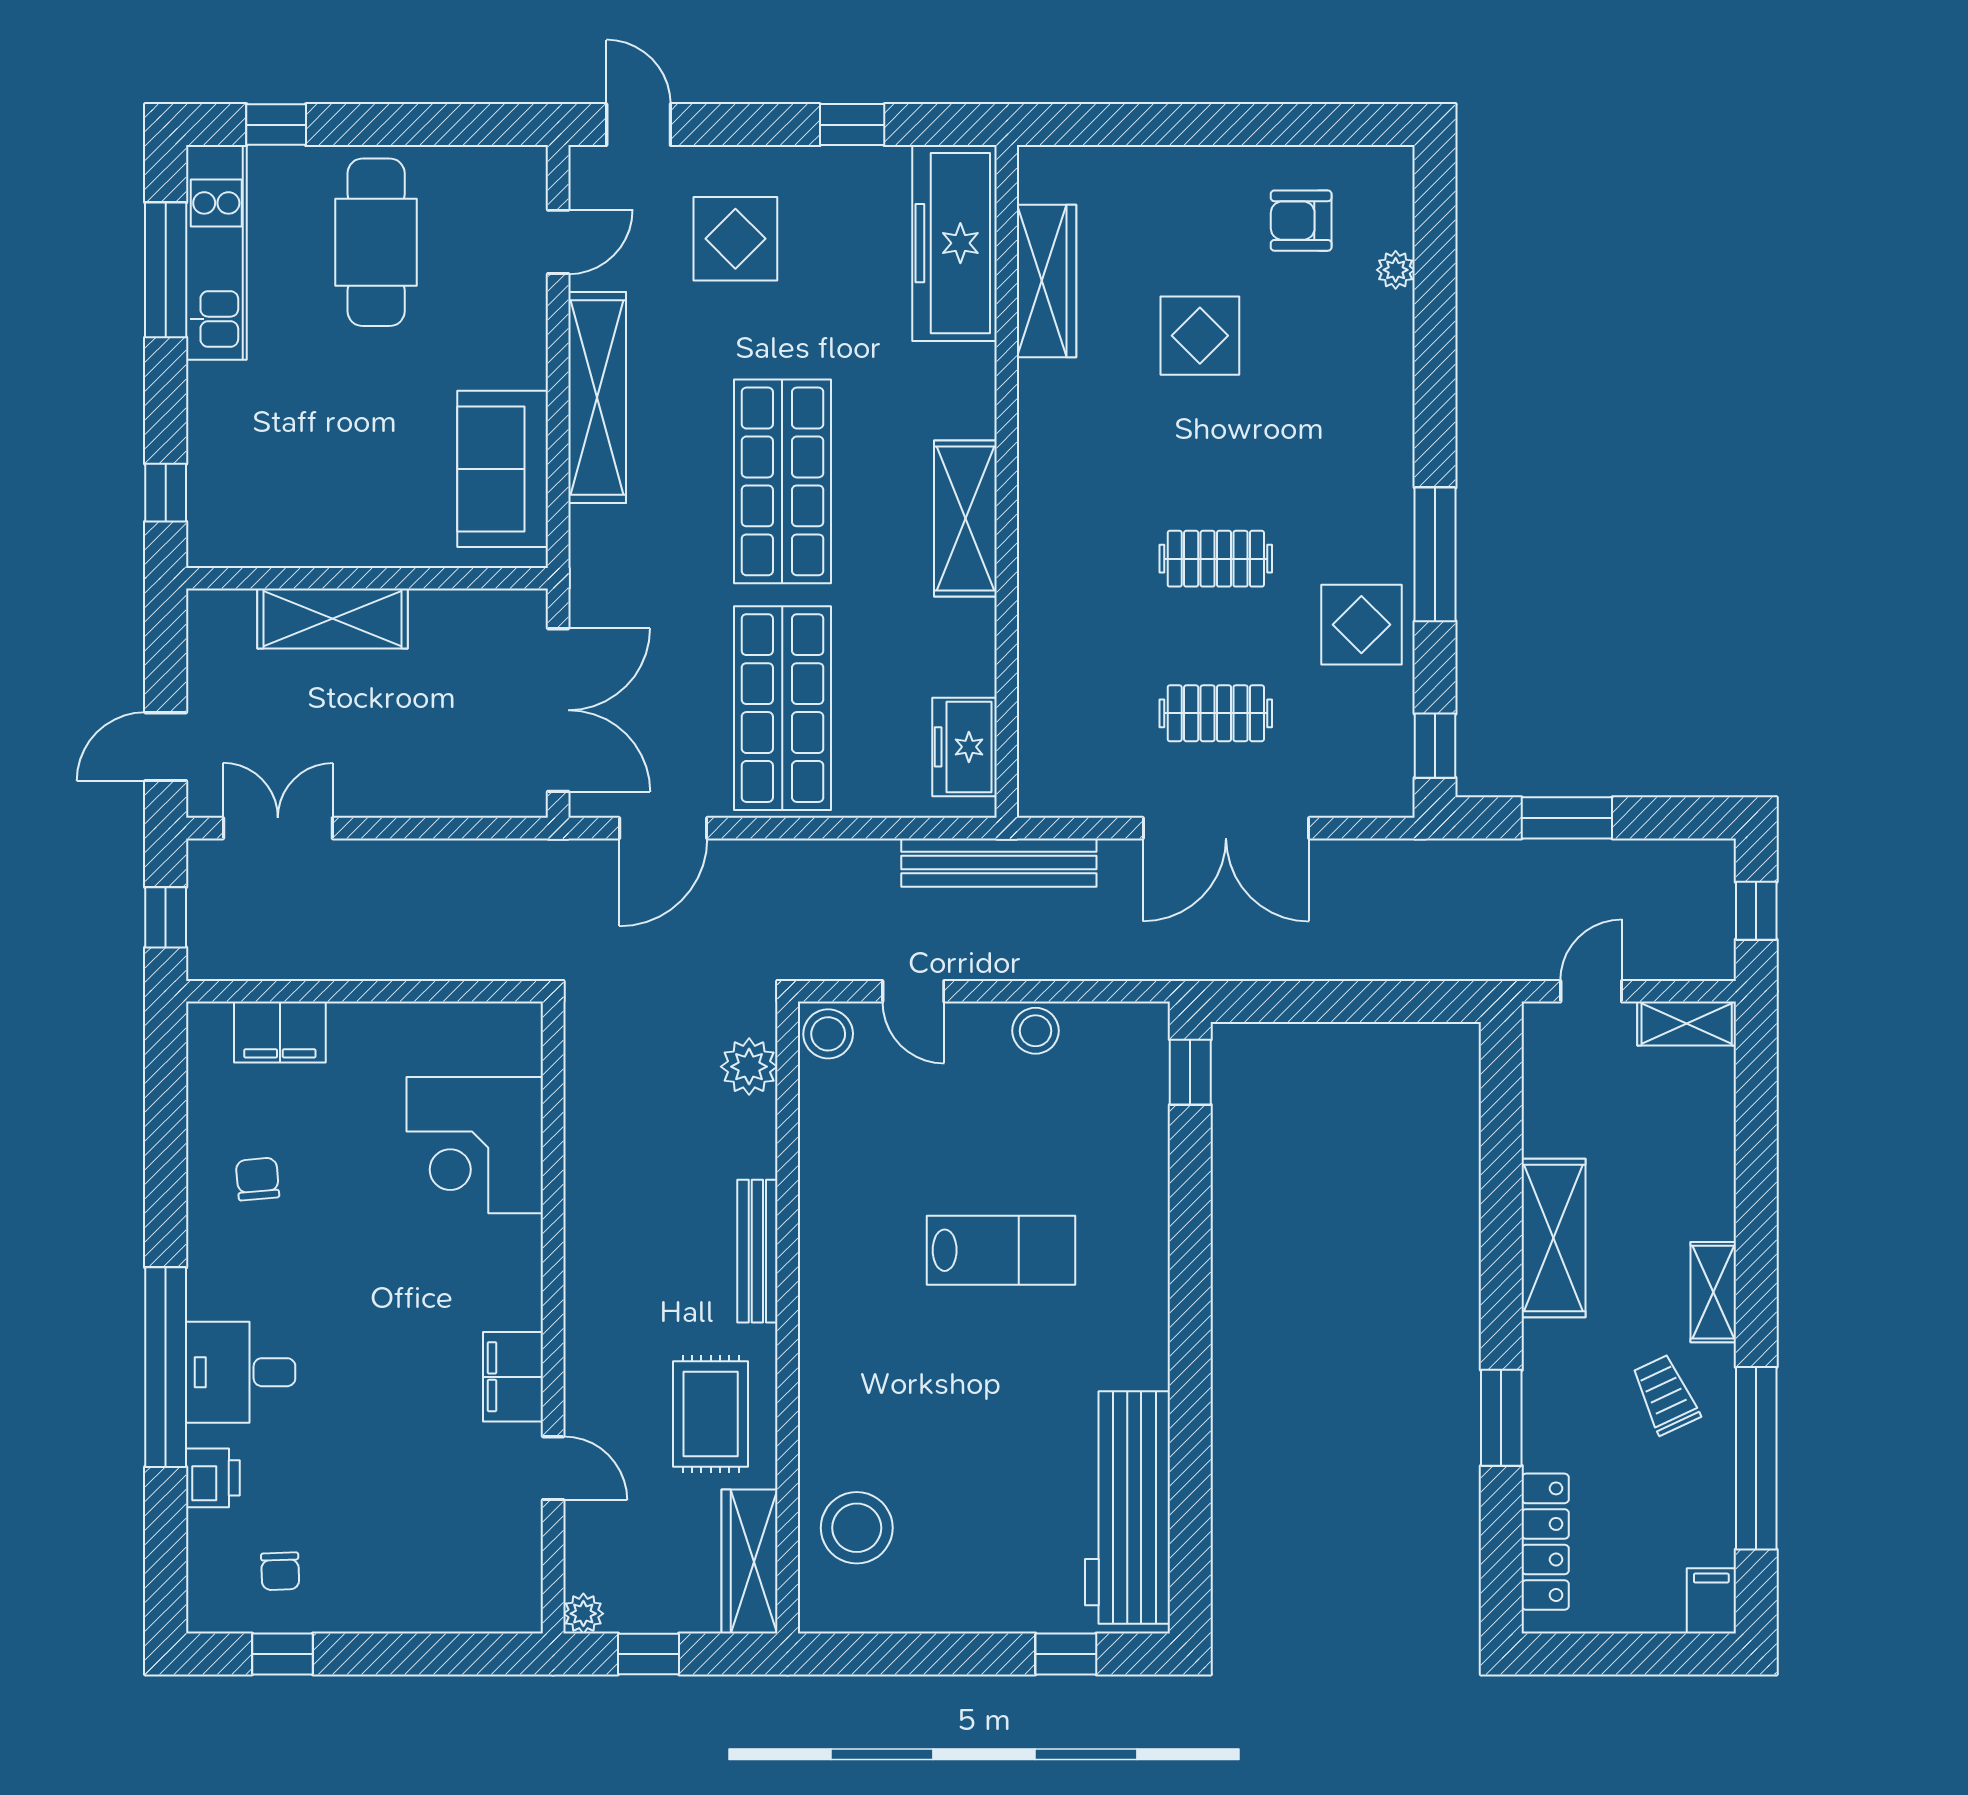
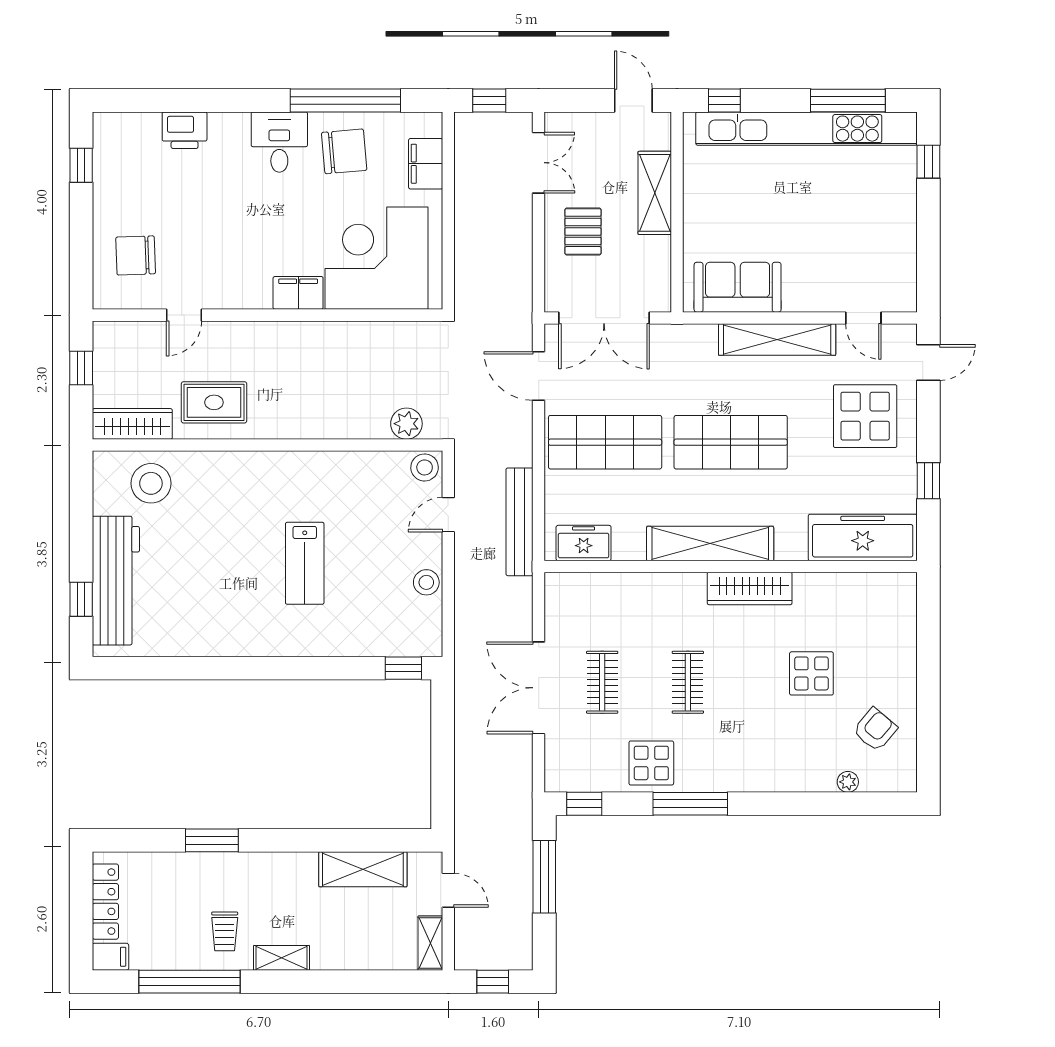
armchair: (1301, 221) -> (875, 730), turned 40
display table: (735, 239) -> (865, 416), width x1.36, depth x1.36
cafe table: (376, 242) -> (863, 217), removed
kitchen unit: (216, 252) -> (806, 129), width x1.86
wardrobe: (1047, 281) -> (750, 588), moved
shelving: (965, 518) -> (710, 544), width x1.47
door: (166, 747) -> (633, 100), moved
pallet: (402, 748) -> (583, 231), added
window: (1567, 818) -> (544, 877), width x1.44
bench: (999, 863) -> (520, 522), moved
corner desk: (475, 1145) -> (377, 258), width x1.36, depth x1.36
chair: (258, 1179) -> (344, 151), width x1.87, depth x1.87
shelving: (1553, 1238) -> (363, 869), moved
bench: (757, 1251) -> (304, 428), removed
window: (166, 1367) -> (345, 100), moved
desk: (241, 1372) -> (279, 142), moved
filing cabinet: (513, 1377) -> (298, 293), moved
trolley: (1666, 1395) -> (225, 931), turned 115
printer: (213, 1478) -> (185, 130), width x1.36, depth x1.24
workbench: (1127, 1508) -> (116, 581), moved, turned 90
locker: (1545, 1542) -> (105, 902), moved, turned -90
chair: (280, 1571) -> (136, 255), moved, width x1.87, depth x1.87
plant: (583, 1614) -> (103, 332), removed

